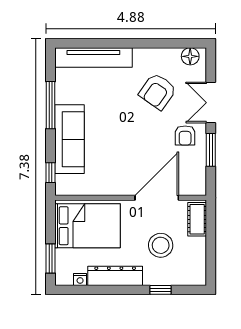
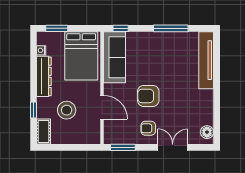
armchair: (158, 91) -> (148, 96), moved, turned -35
sofa: (70, 139) -> (114, 57), moved, turned -90
window: (211, 150) -> (123, 147), moved
door: (157, 198) -> (102, 107), width x0.73
cot: (197, 219) -> (44, 132), moved, turned 90

